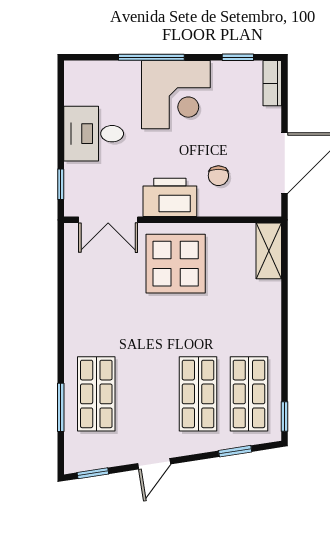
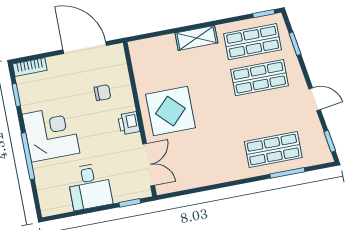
printer: (170, 197) -> (129, 123), width x0.53, depth x0.68
shelving: (269, 251) -> (196, 38), moved

